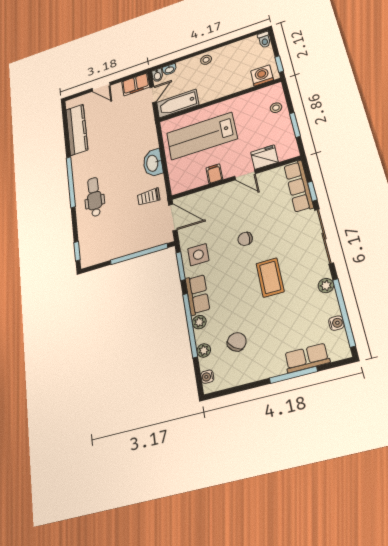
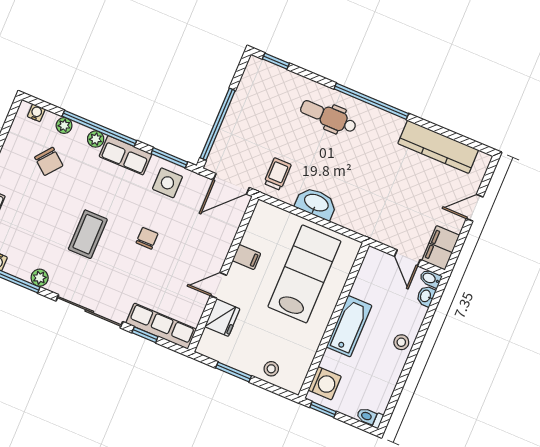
bathtub: (178, 104) -> (349, 326), moved
dental chair: (94, 197) -> (328, 117), turned 180
coffee table: (270, 277) -> (88, 234), turned 90

